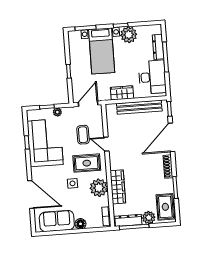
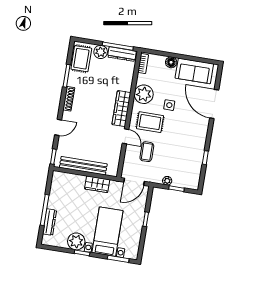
desk: (152, 77) -> (63, 193), removed
door: (171, 137) -> (58, 127), width x0.53
corner sofa: (45, 143) -> (187, 153), removed
wardrobe: (118, 187) -> (121, 109), moved

